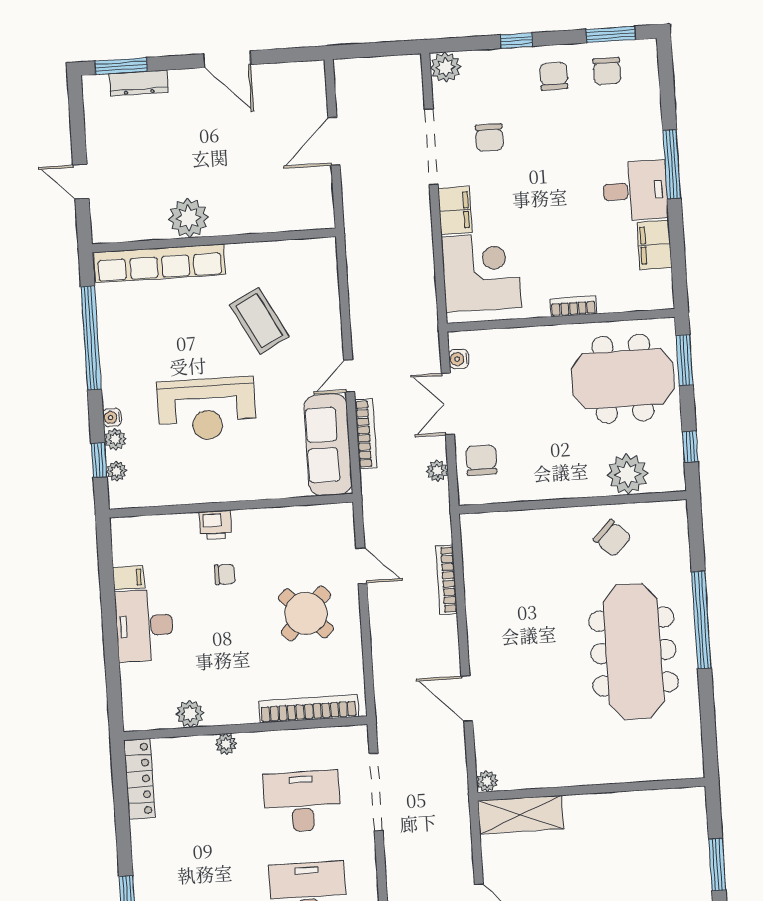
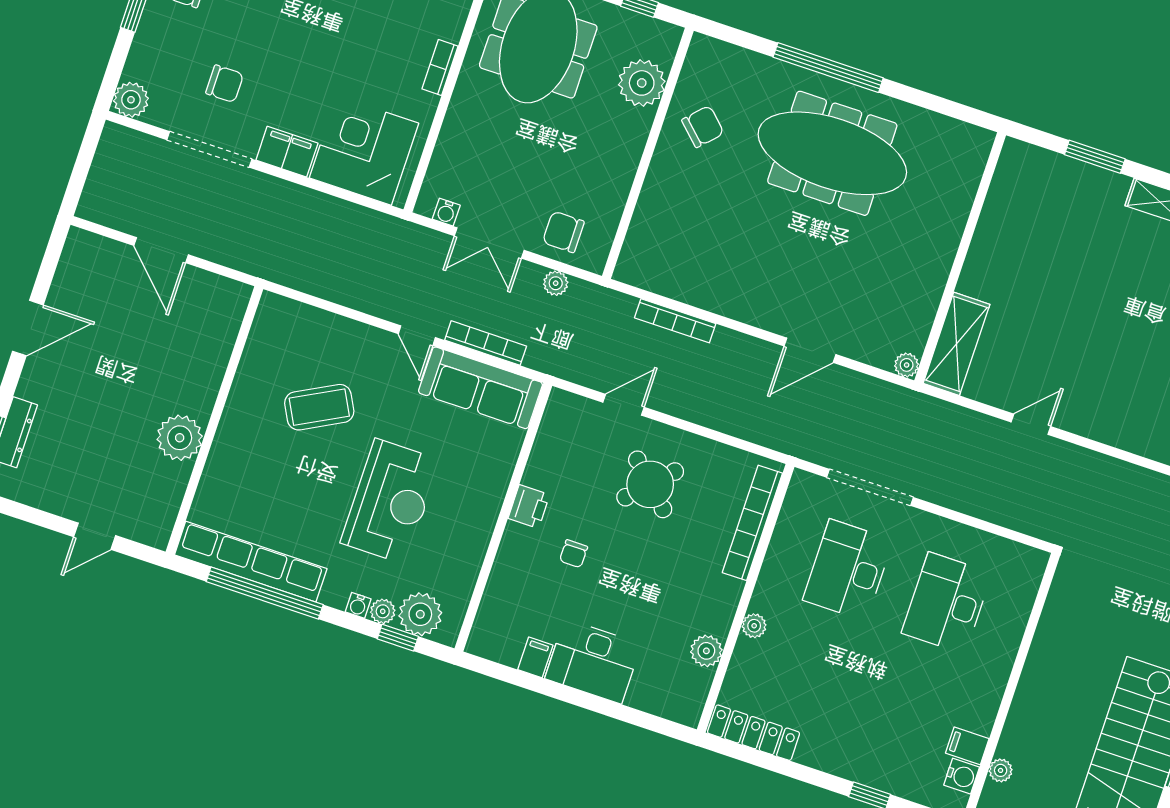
row of seats: (160, 263) -> (251, 562), moved, turned -90
plant: (116, 471) -> (420, 614), width x1.87, depth x1.87
printer: (215, 525) -> (529, 507), moved
chair: (225, 574) -> (574, 554), turned 180

